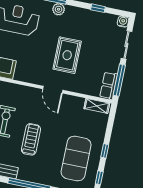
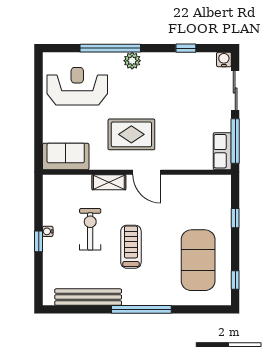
rug: (67, 55) -> (131, 134), moved, turned 90
shelving: (97, 106) -> (109, 182), moved
window: (105, 151) -> (235, 218), moved

